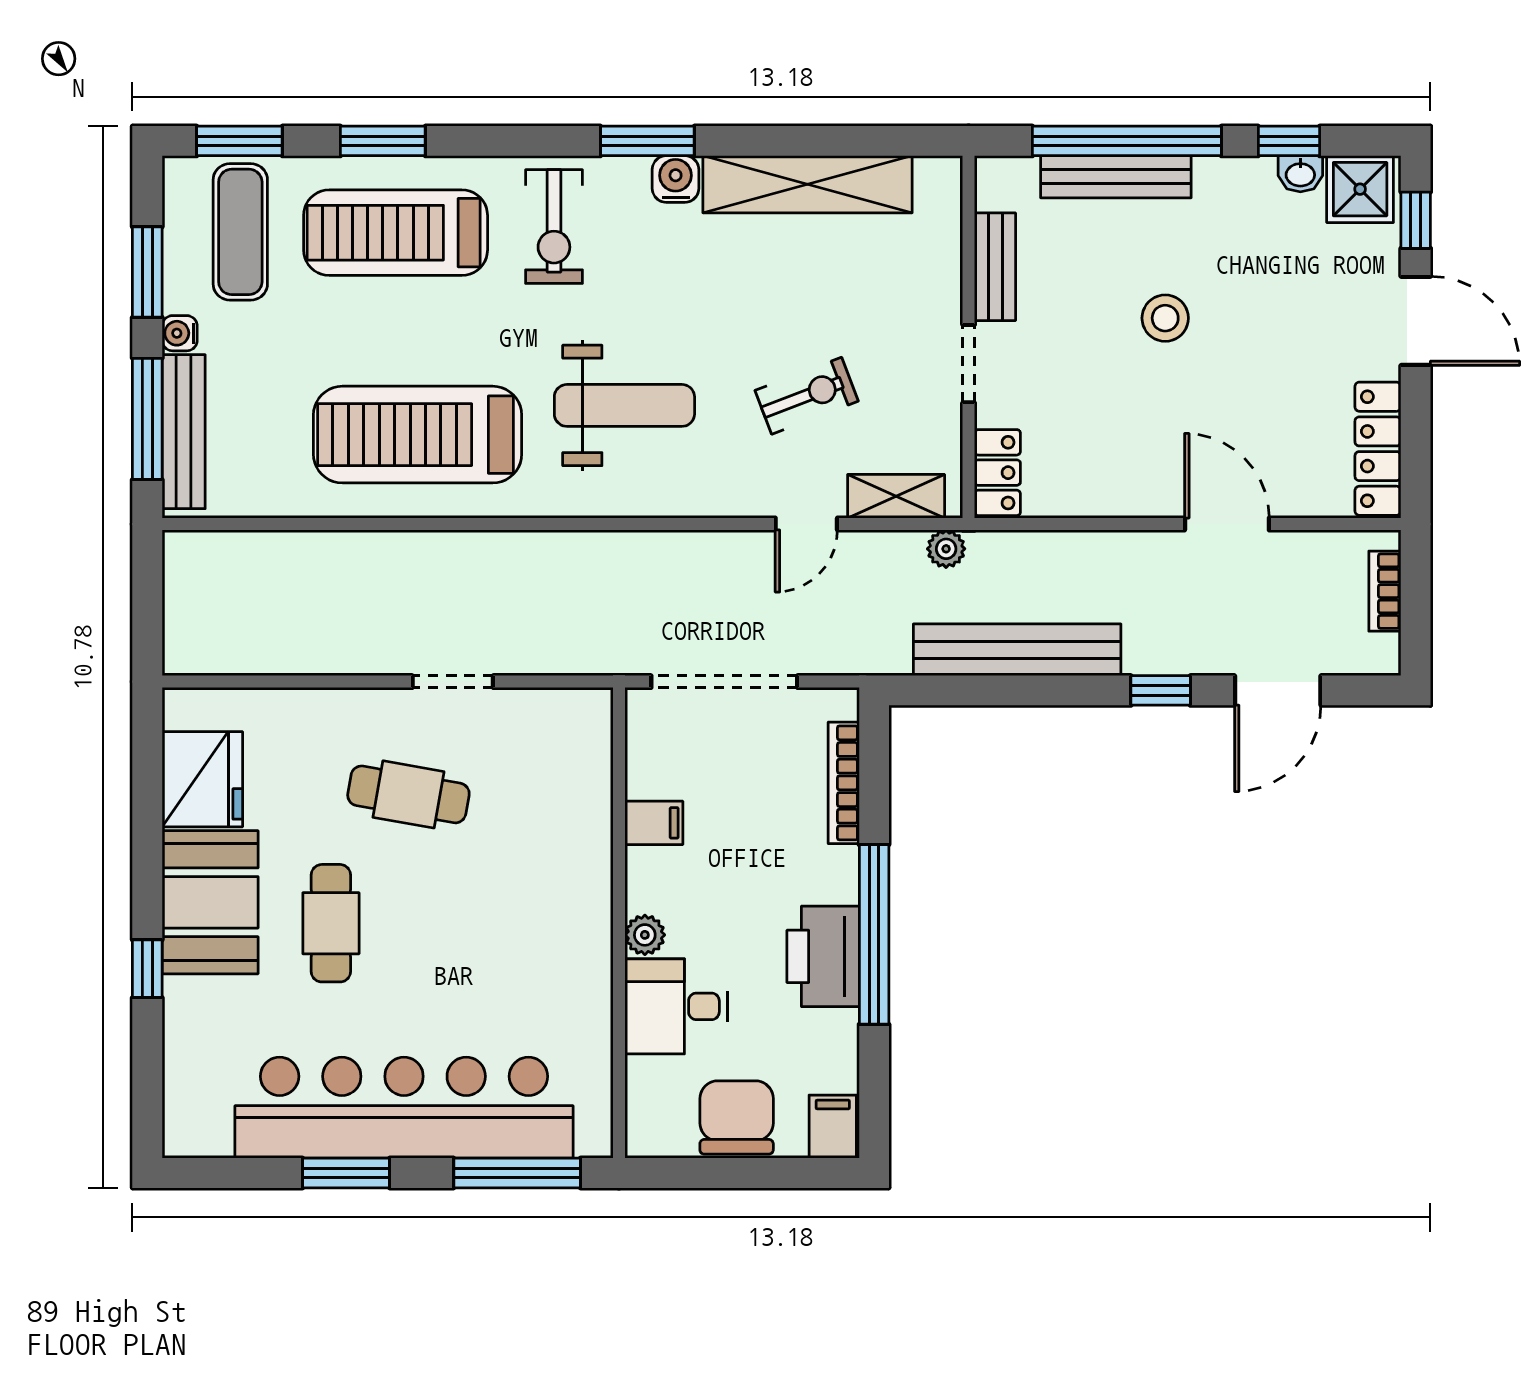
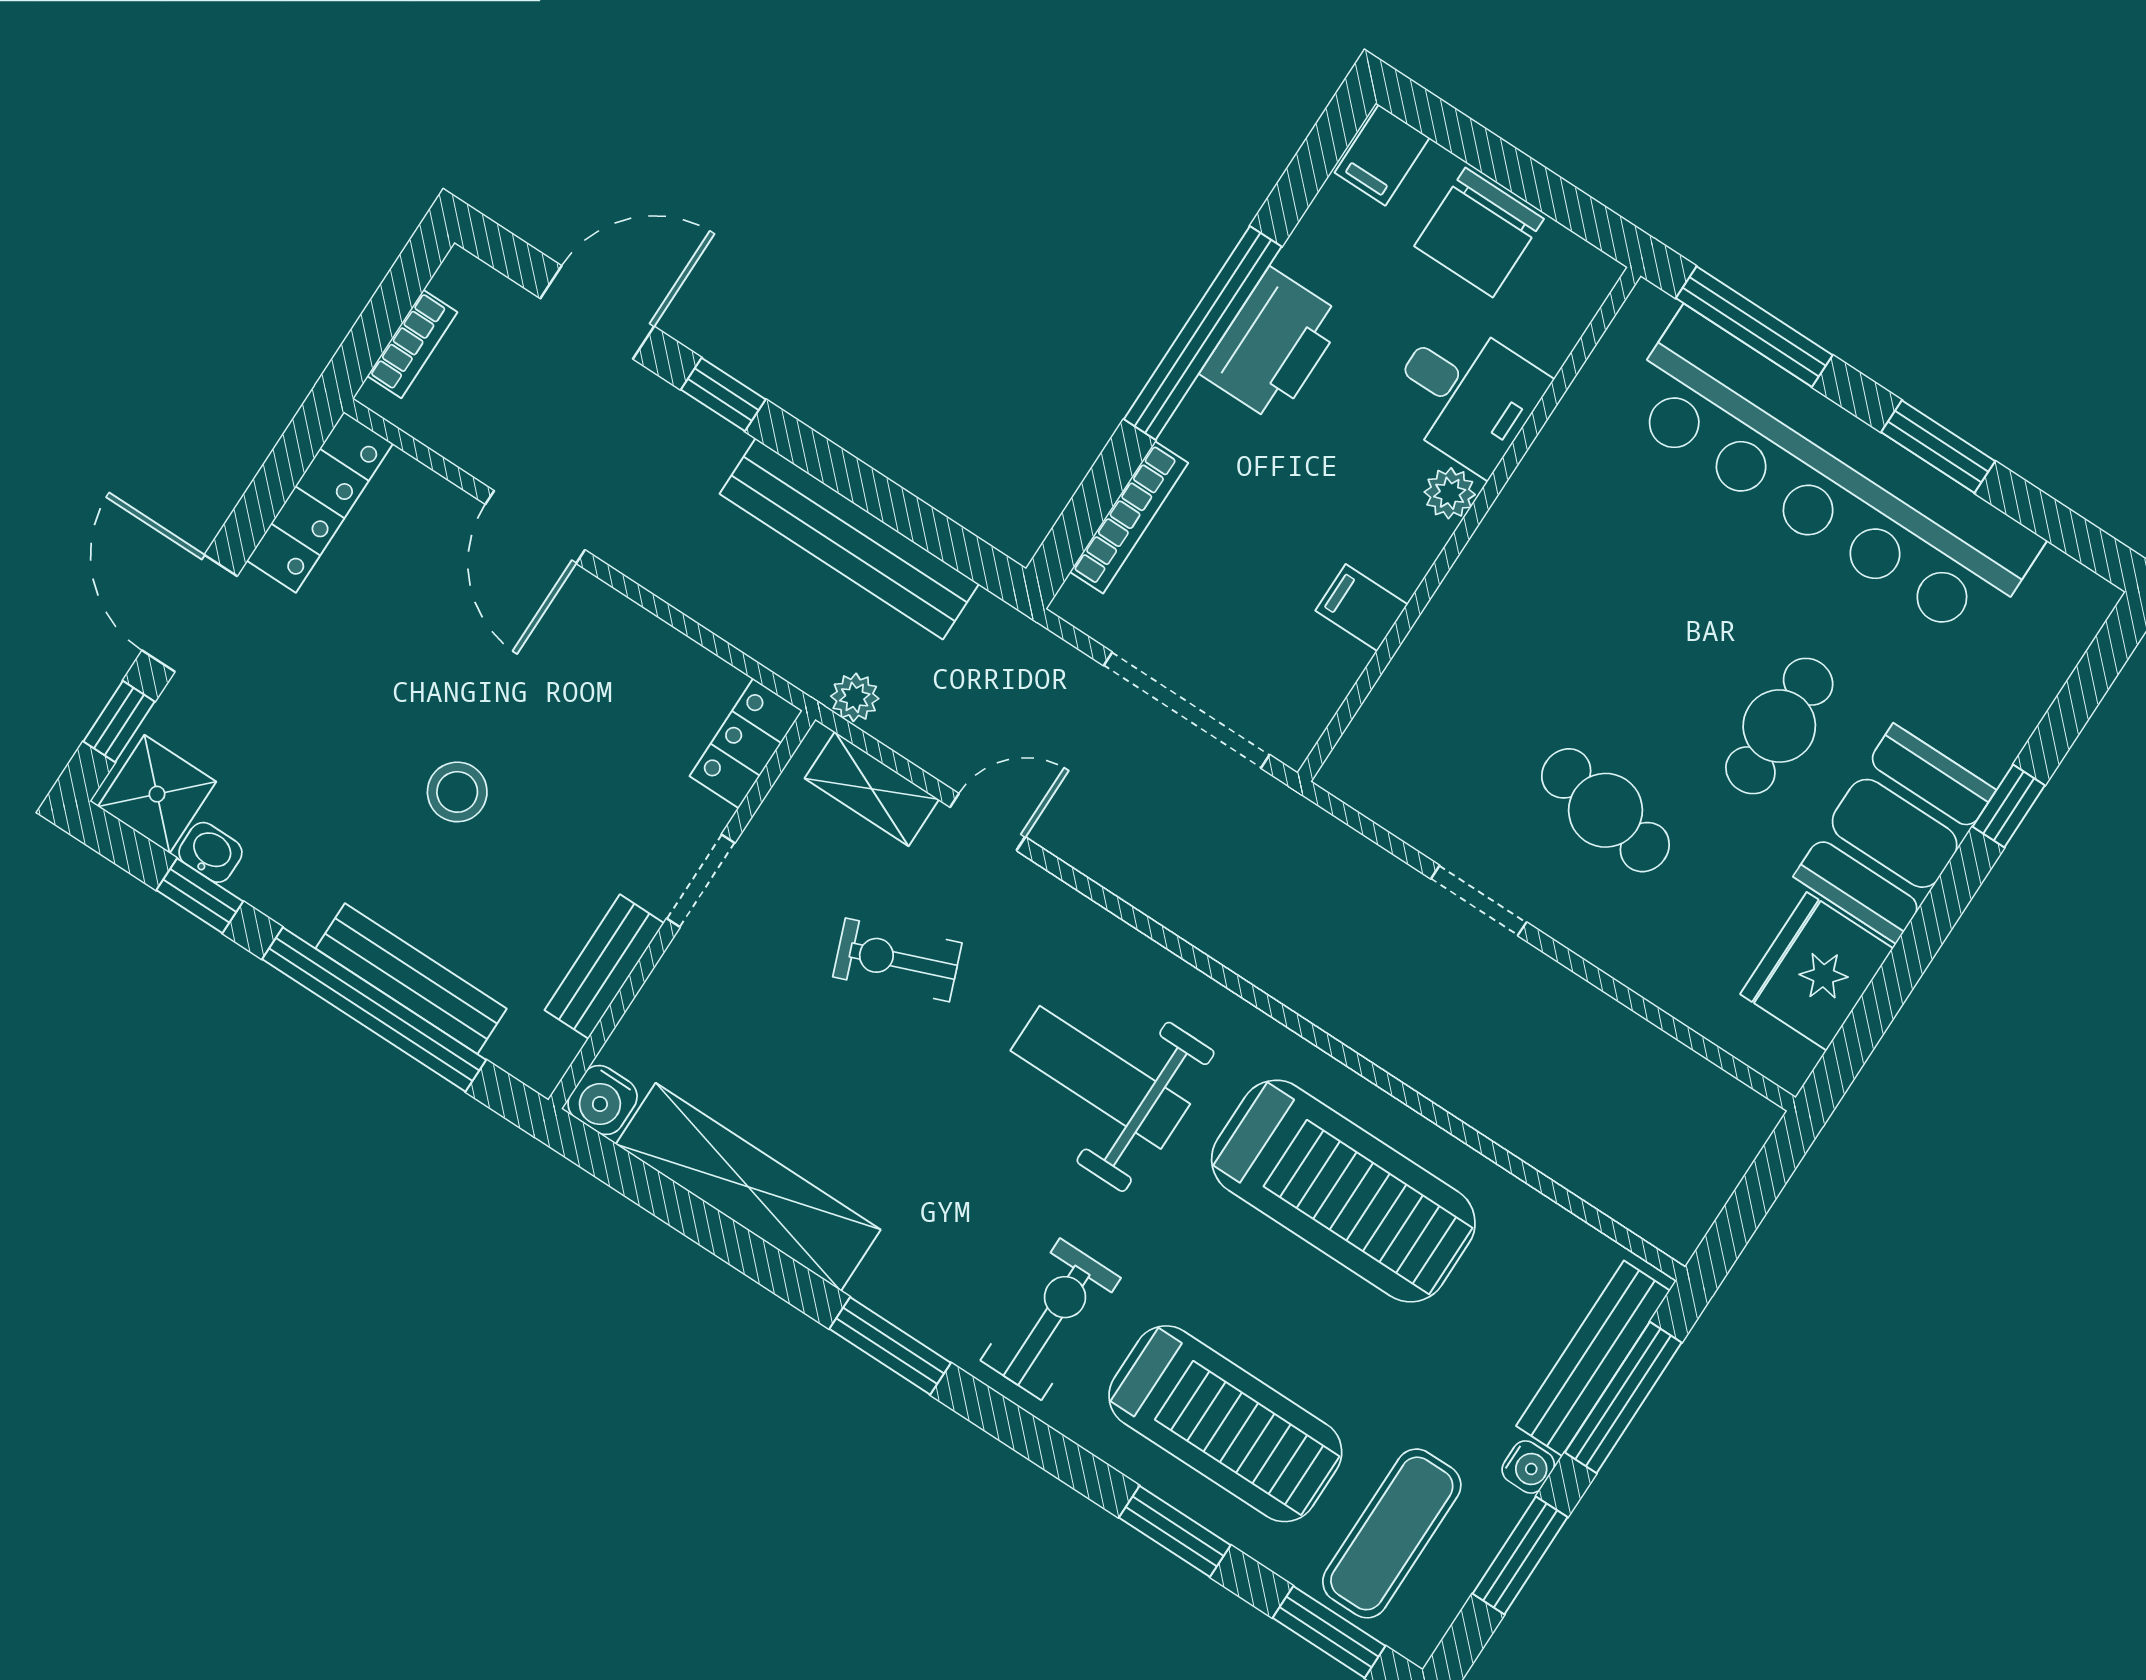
water cooler: (676, 179) -> (603, 1100), moved

